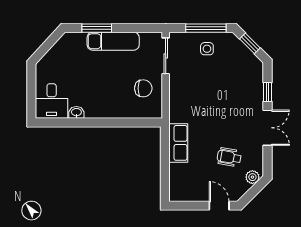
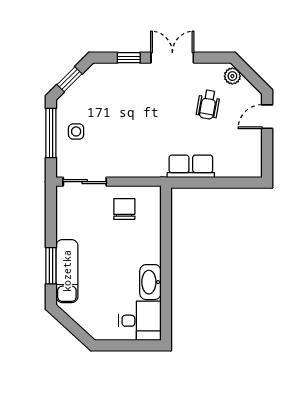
exam couch: (113, 41) -> (67, 271), moved
washbasin: (76, 112) -> (150, 282), width x1.91, depth x1.45

